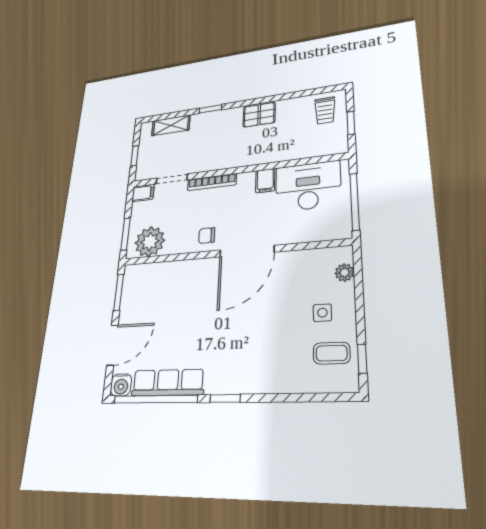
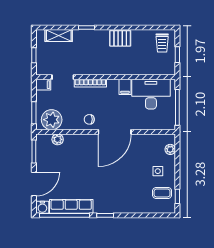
plant: (156, 271) -> (58, 139), added

